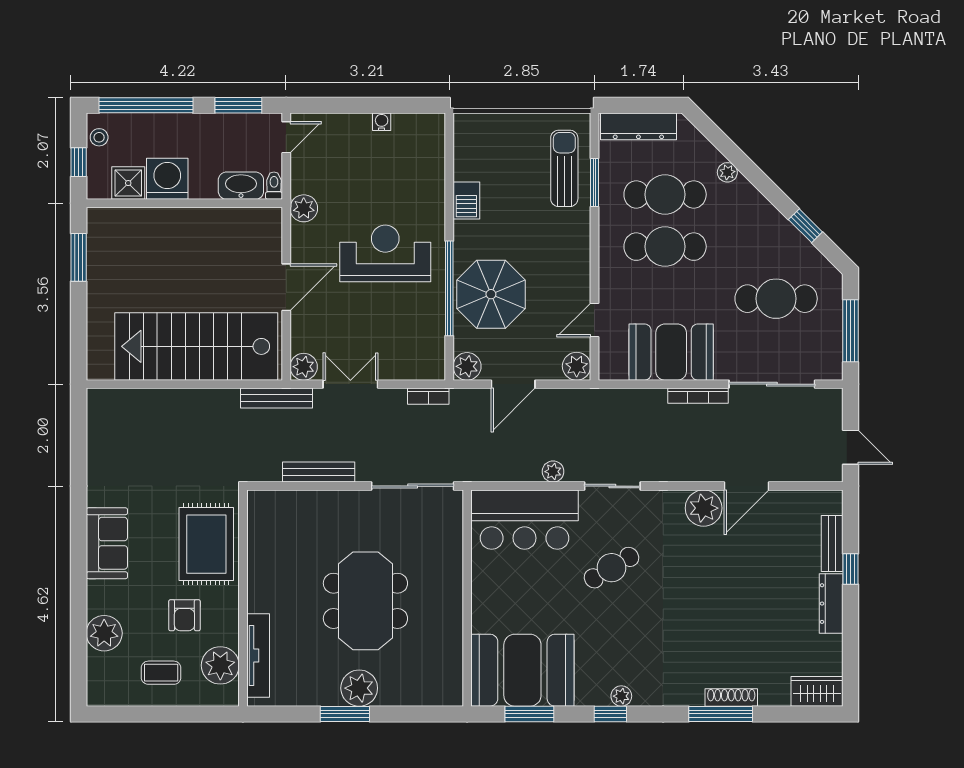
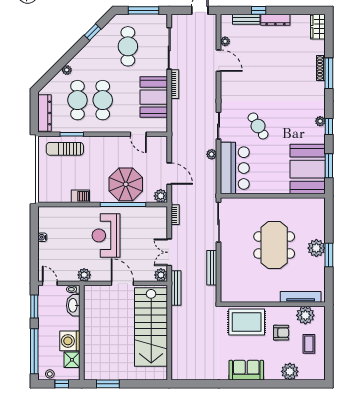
plant: (577, 366) -> (161, 143), removed
plant: (704, 508) -> (225, 41), moved, width x0.53, depth x0.53
meeting table: (365, 601) -> (274, 245), turned 90

